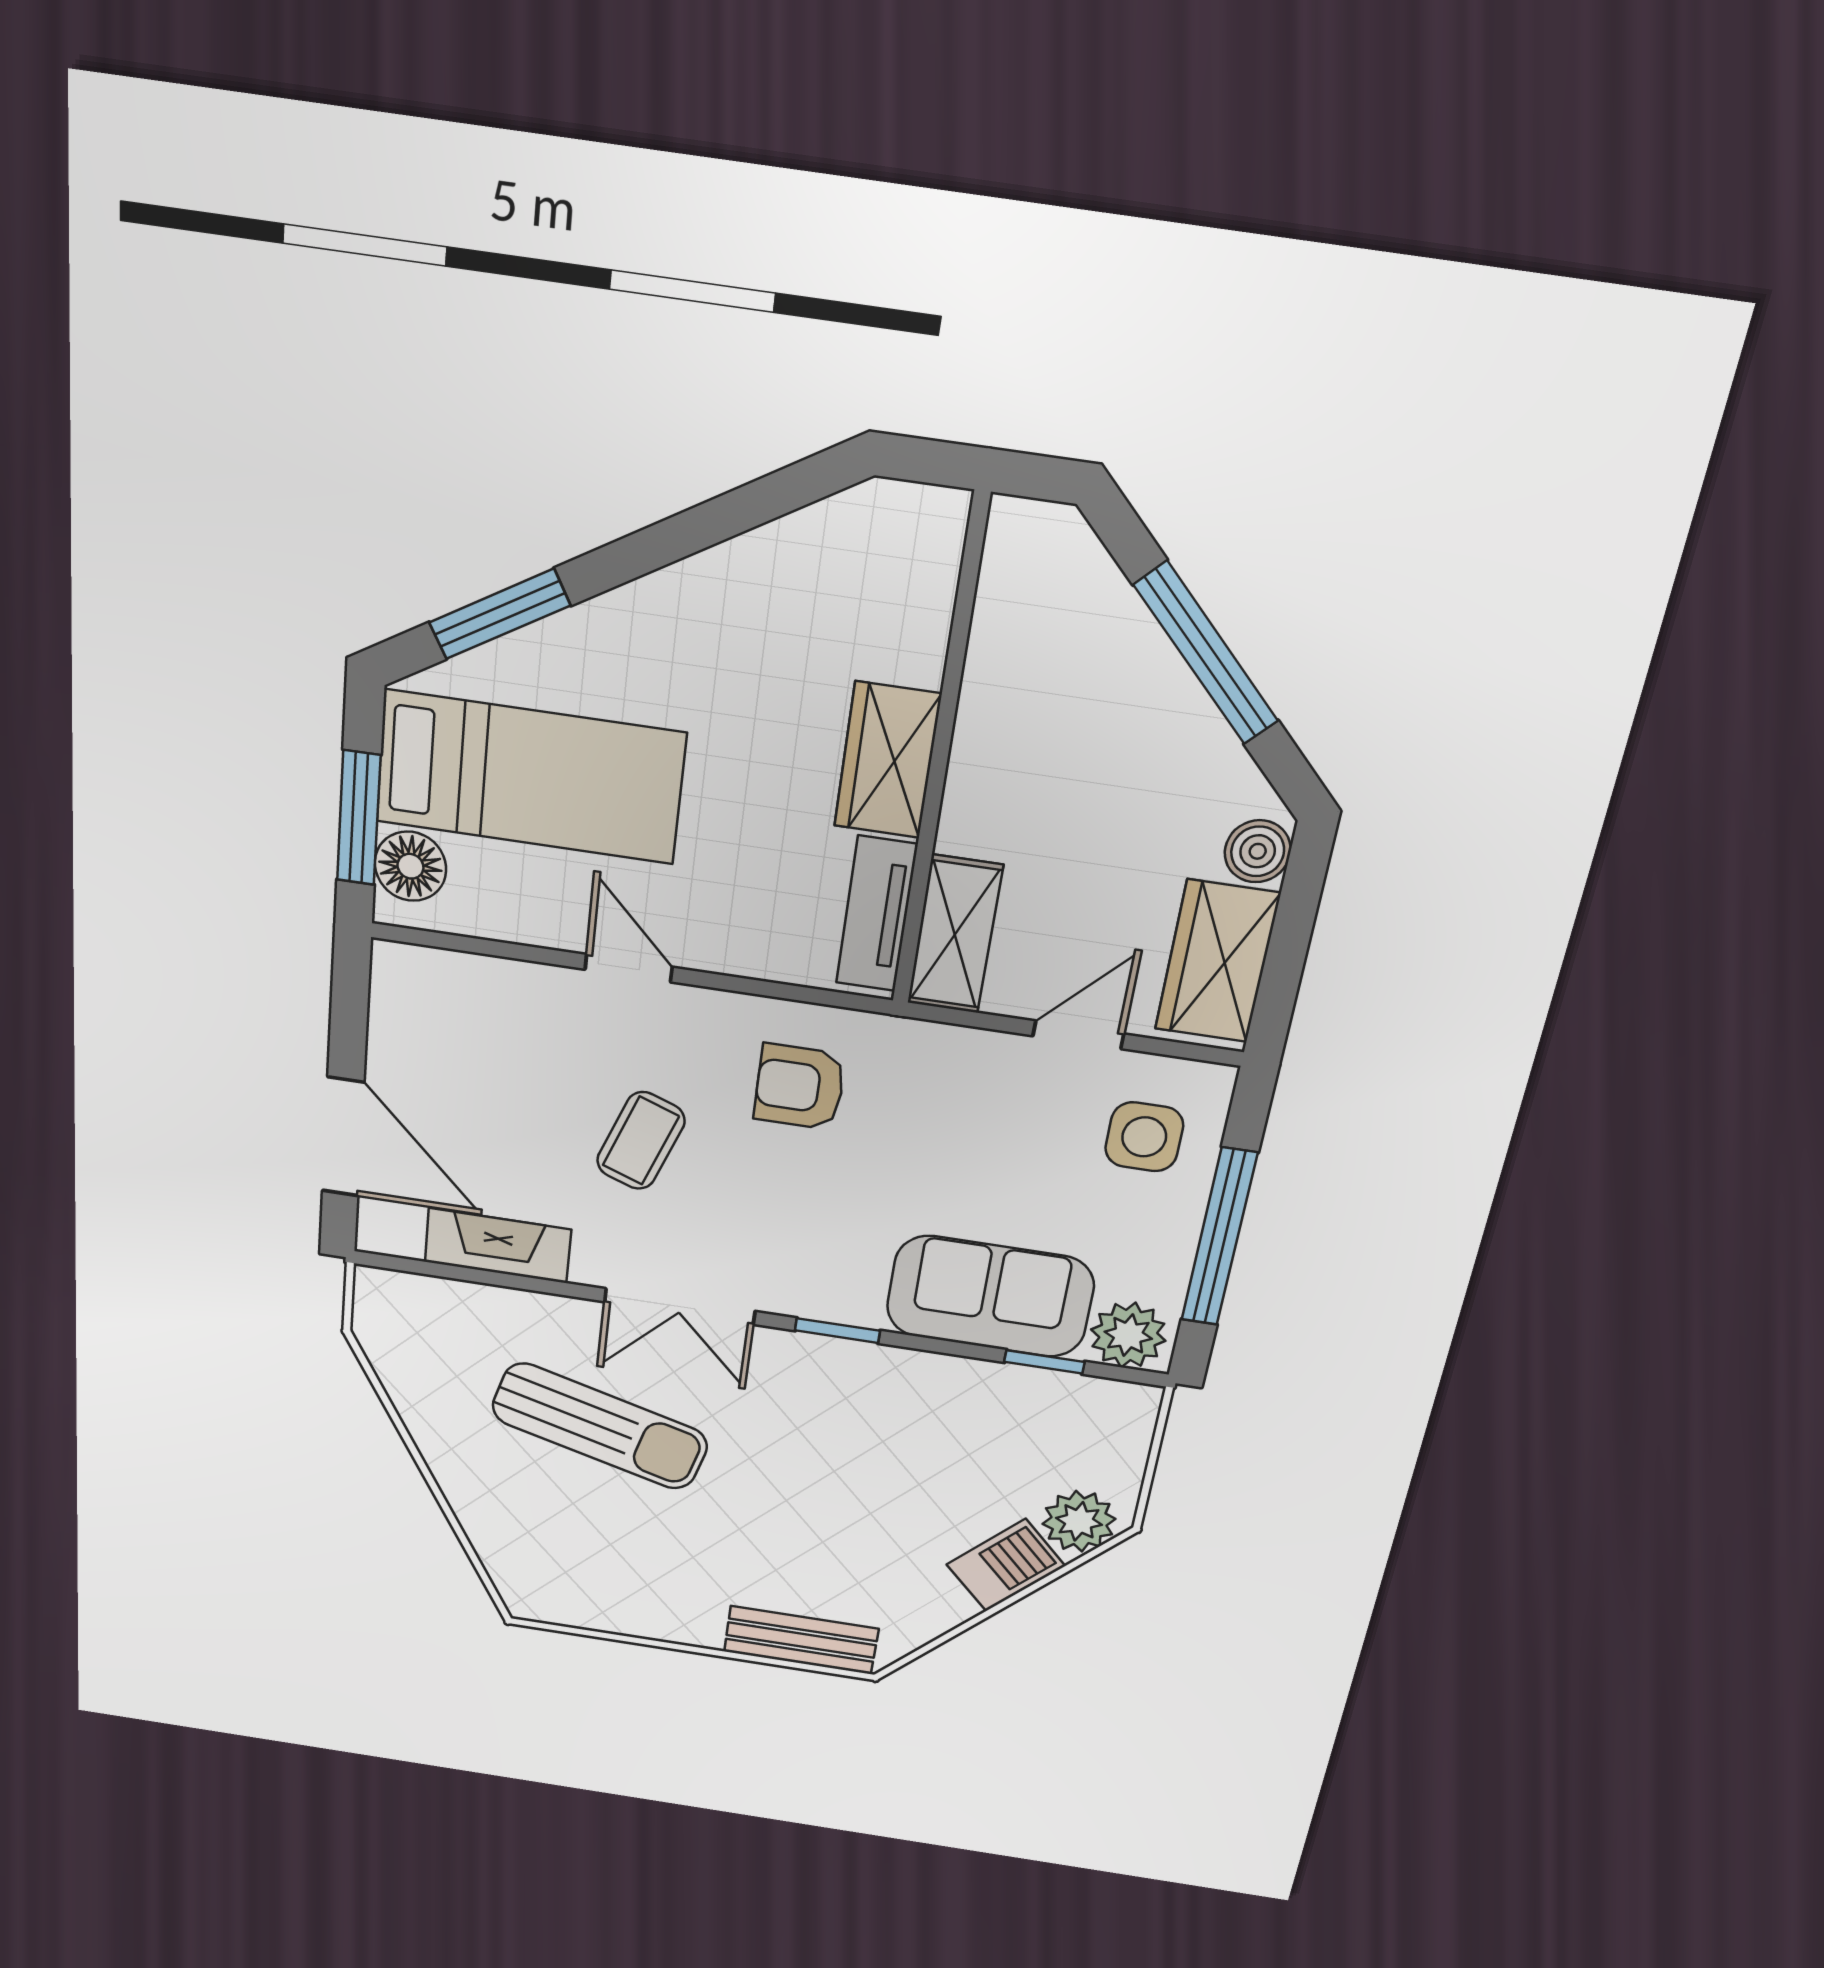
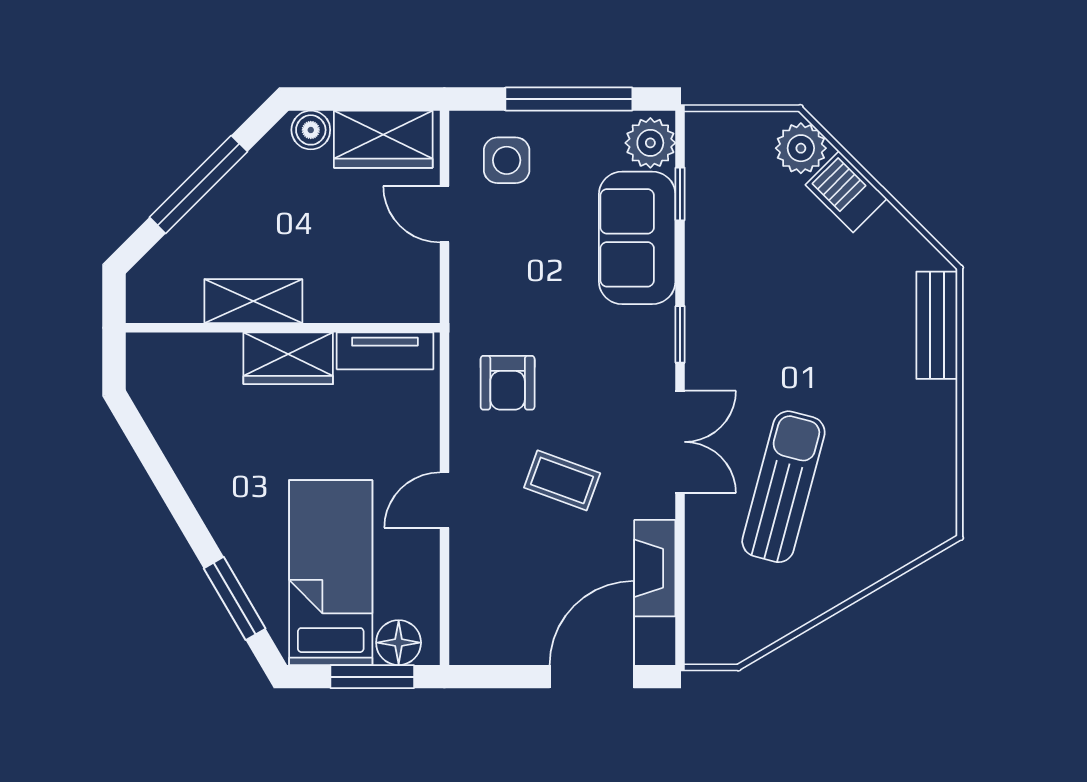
shelving: (955, 934) -> (253, 301), moved

